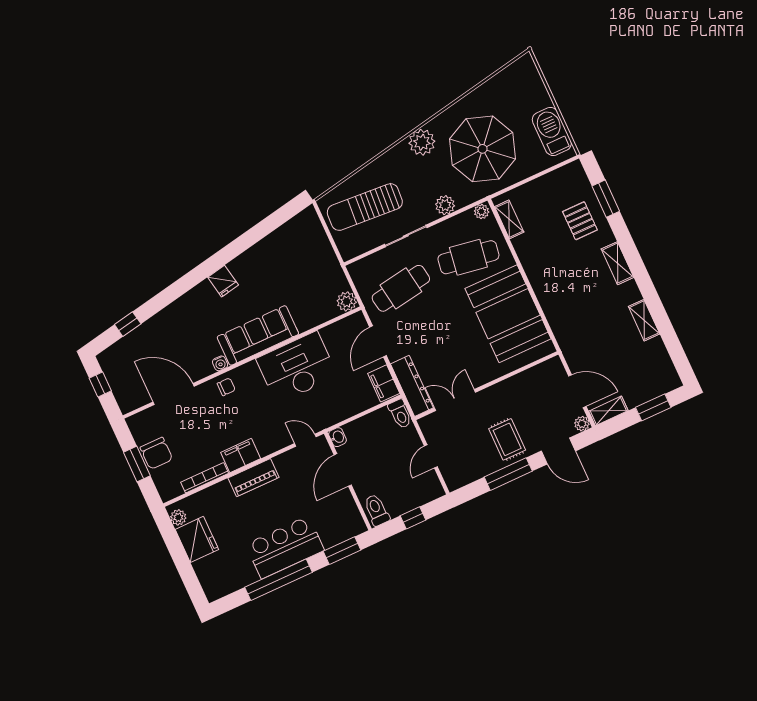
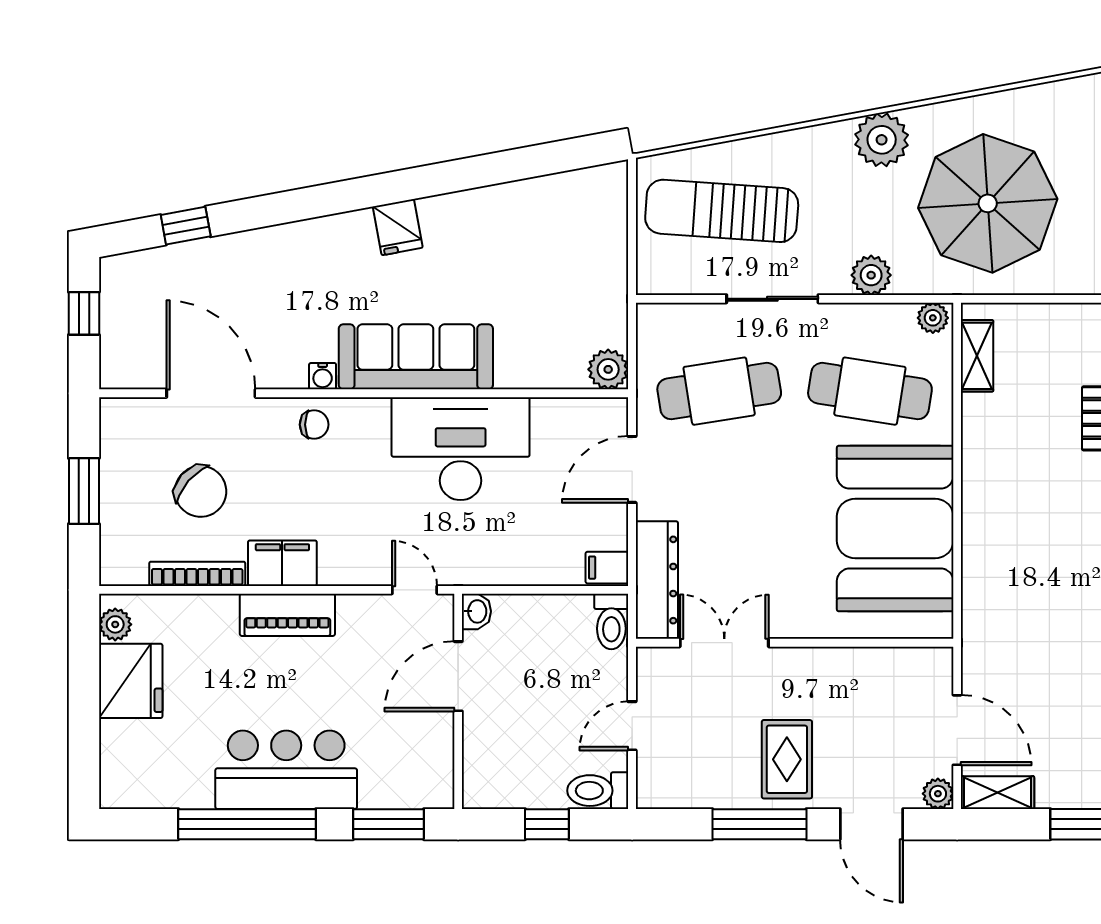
filing cabinet: (384, 383) -> (607, 568), width x0.50
chair: (156, 453) -> (201, 491), moved, turned -49
toilet: (377, 510) -> (598, 791), moved, turned -90

